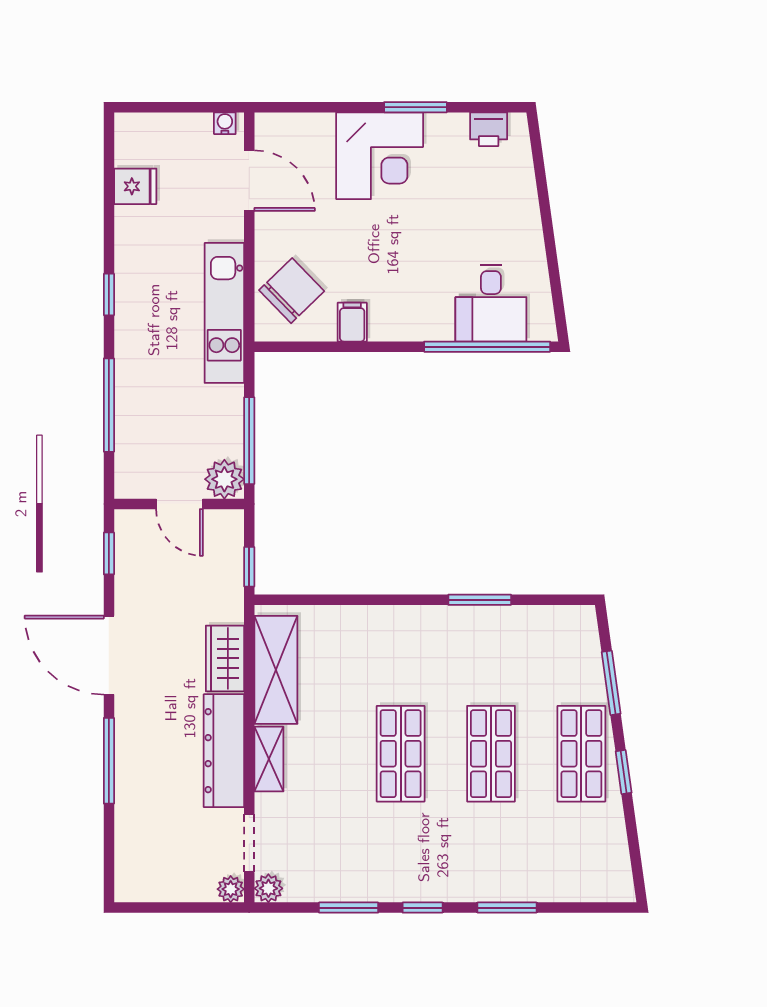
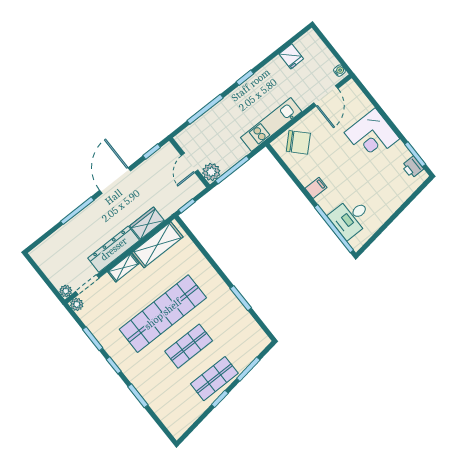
window: (415, 107) -> (415, 154), moved
filing cabinet: (352, 322) -> (316, 188), moved
shop shelf: (401, 754) -> (163, 314), width x2.00, depth x1.36

